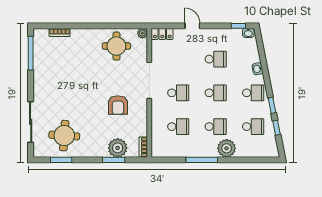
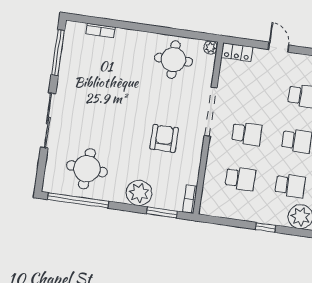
armchair: (118, 105) -> (164, 138), turned 180
sliding door: (31, 122) -> (48, 120), moved
plant: (118, 148) -> (139, 193), moved
window: (61, 160) -> (78, 200), width x2.11
window: (114, 160) -> (162, 212), moved
window: (202, 160) -> (265, 227), width x0.46

